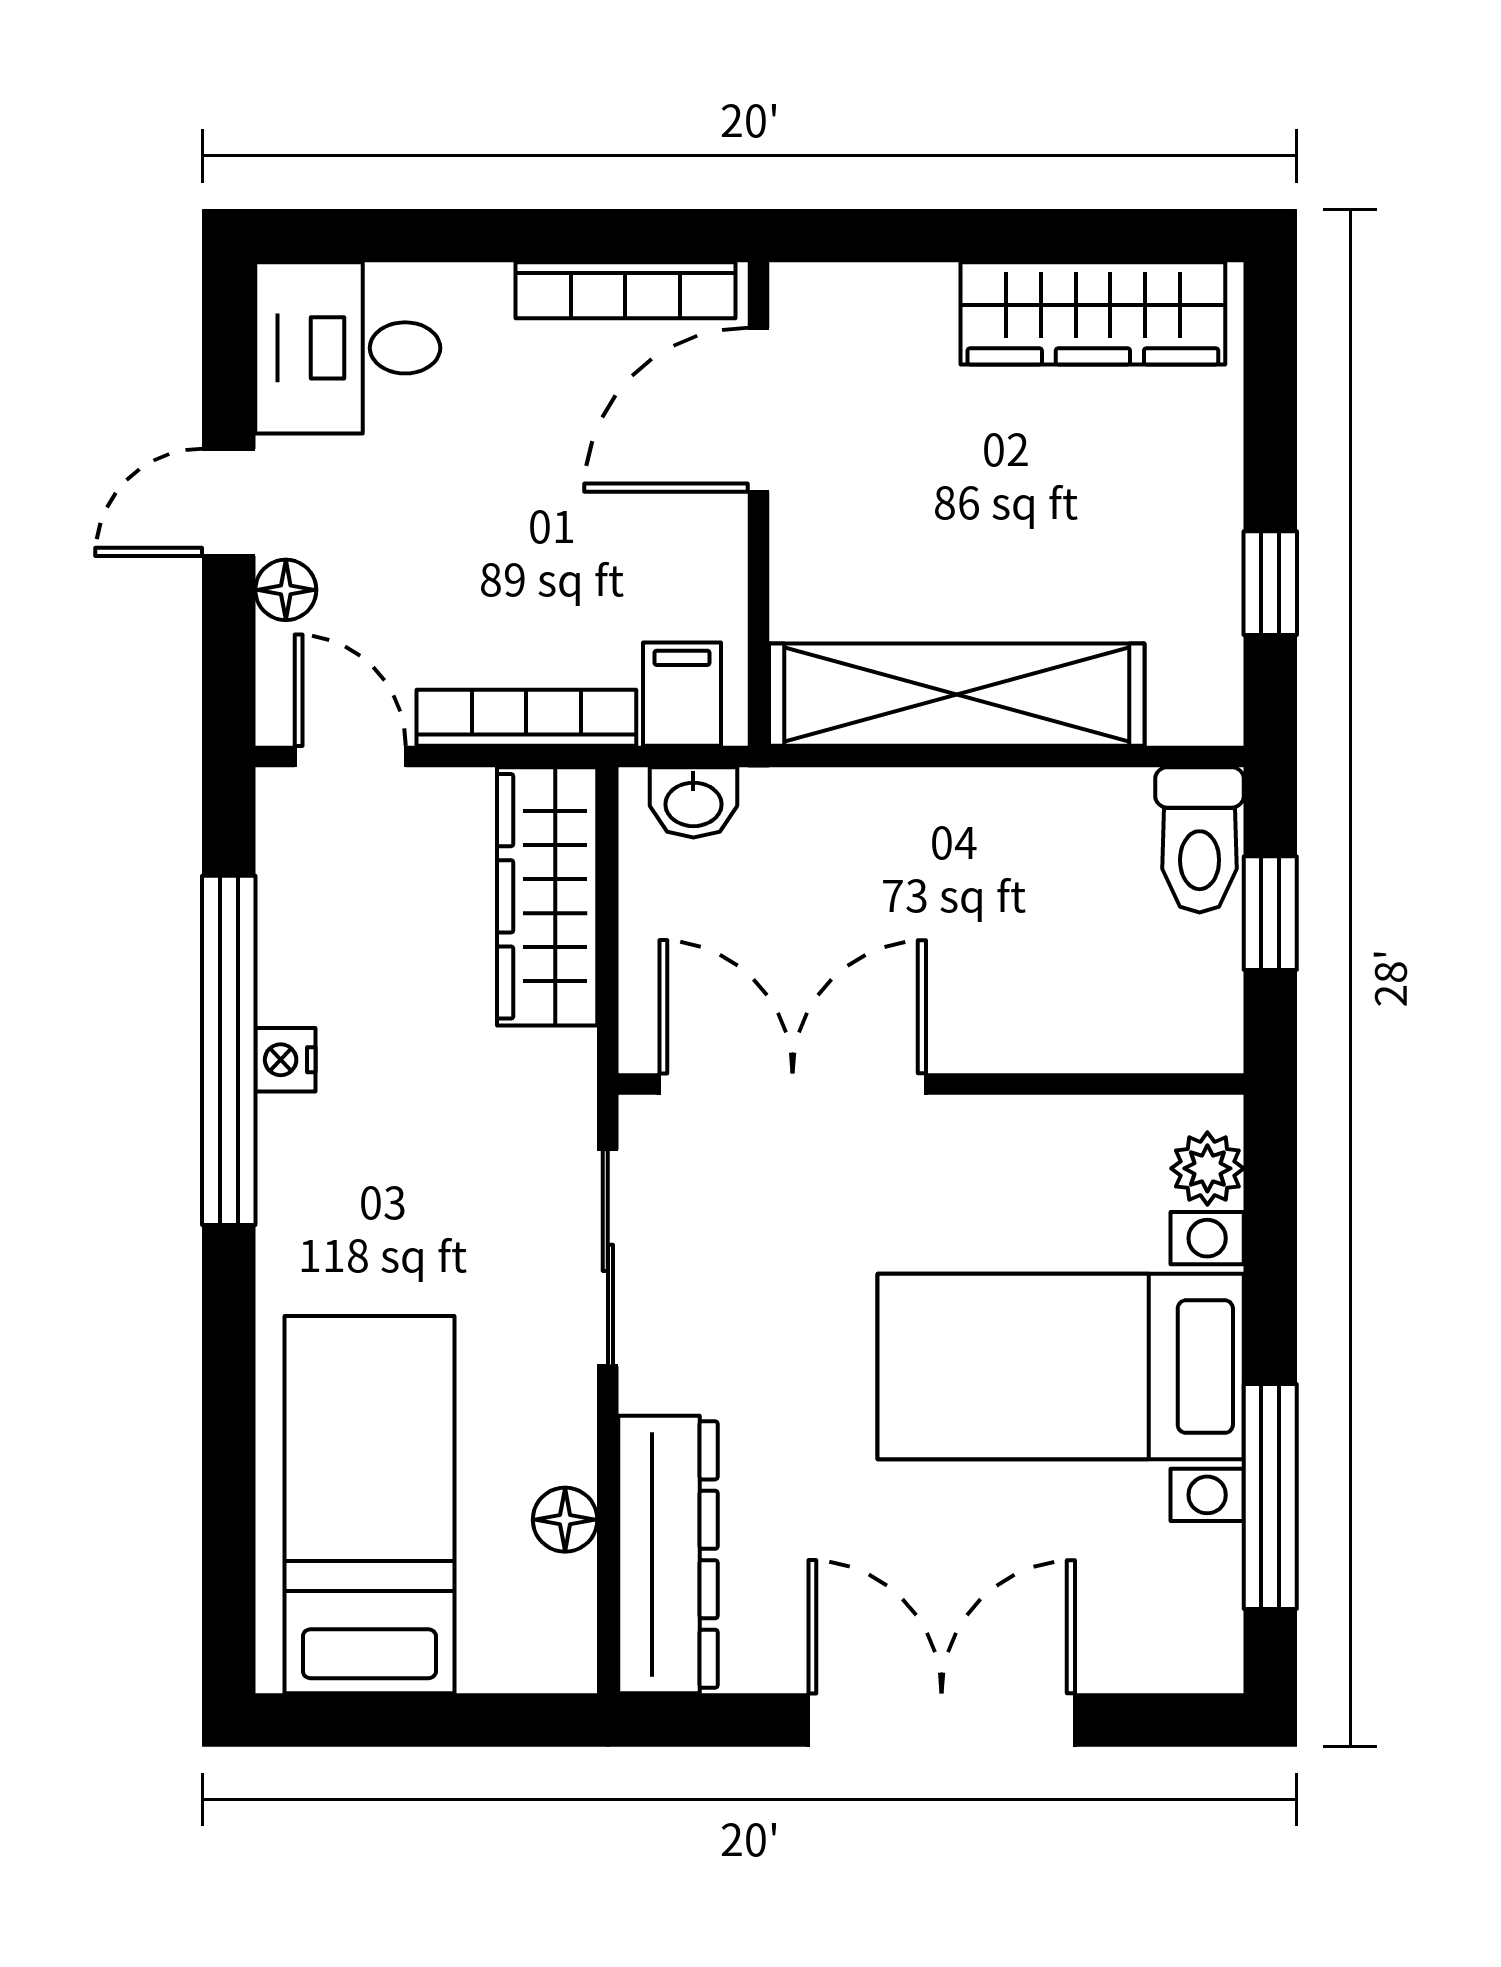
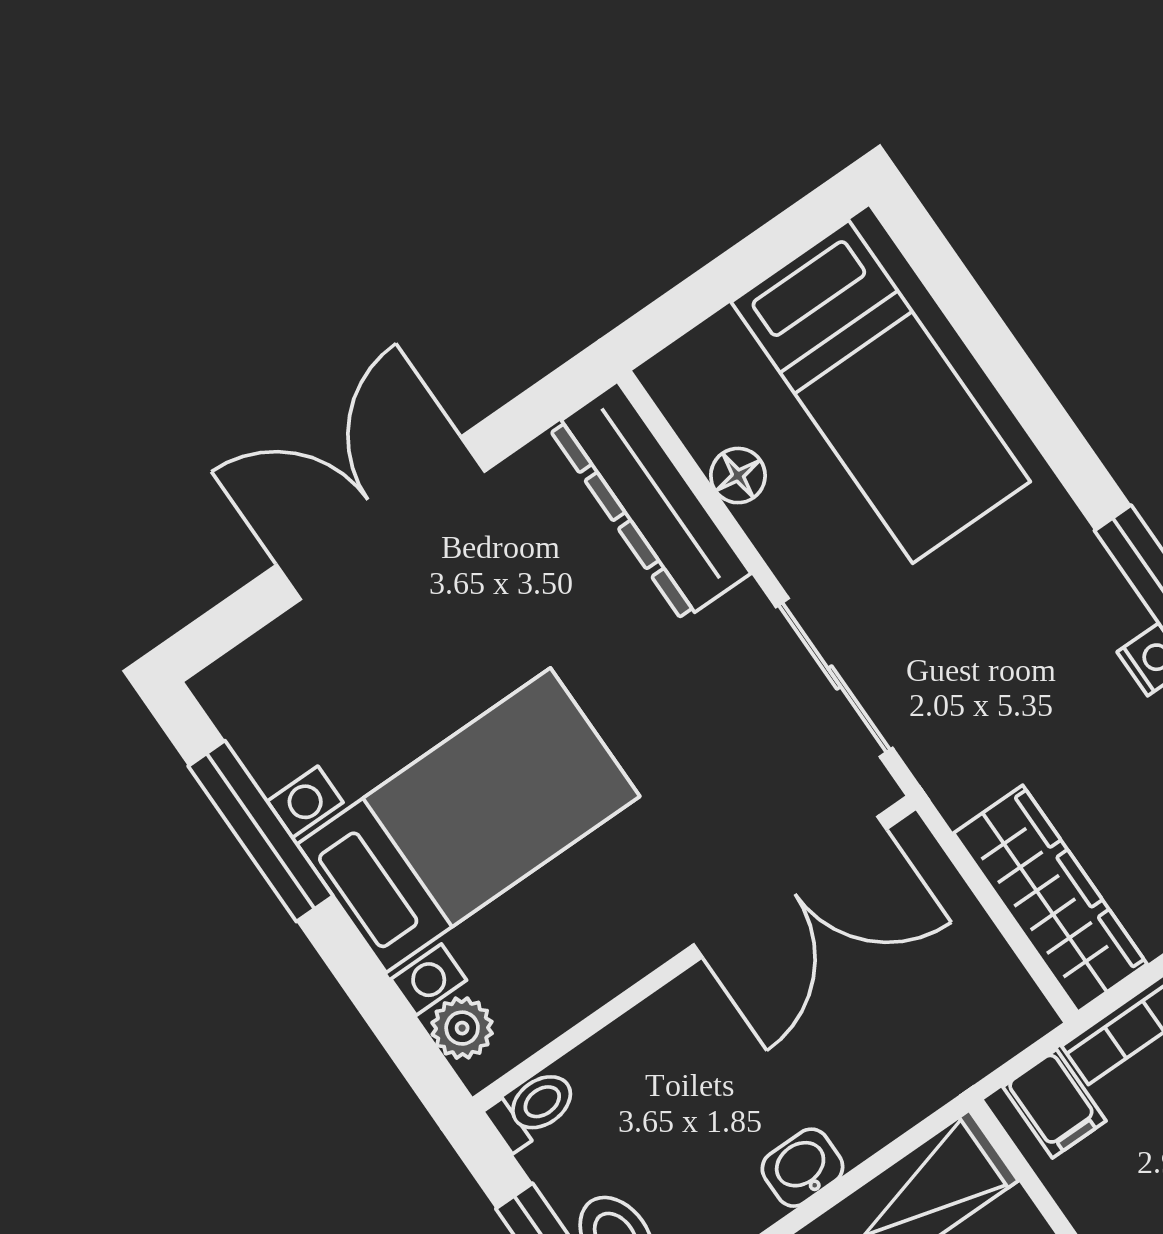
washbasin: (693, 802) -> (802, 1168), moved
toilet: (1193, 1042) -> (532, 1109), added
double door: (942, 1720) -> (381, 518), swing flipped

